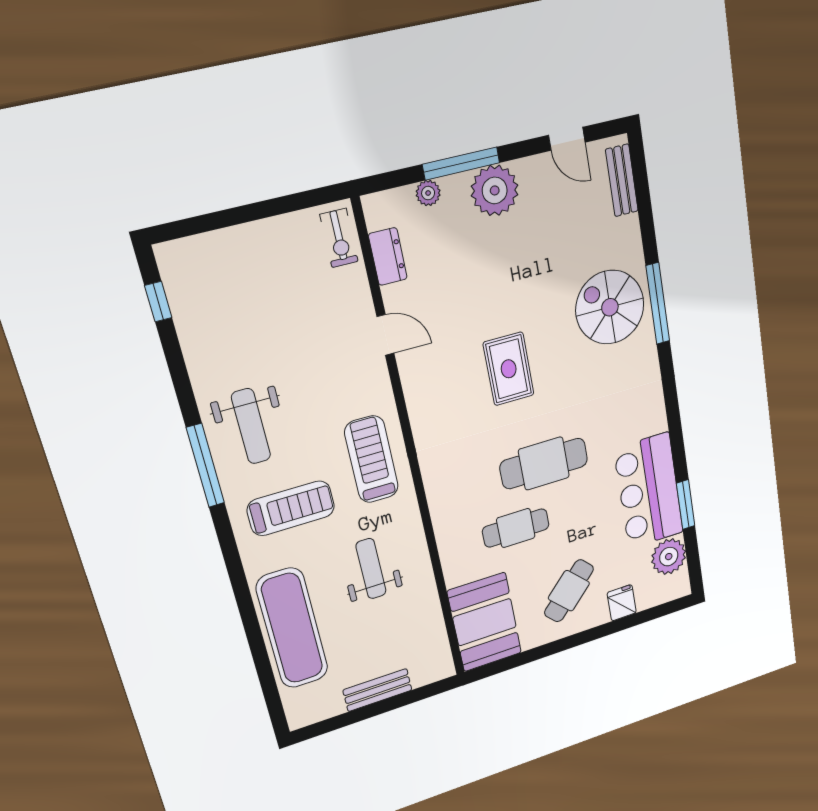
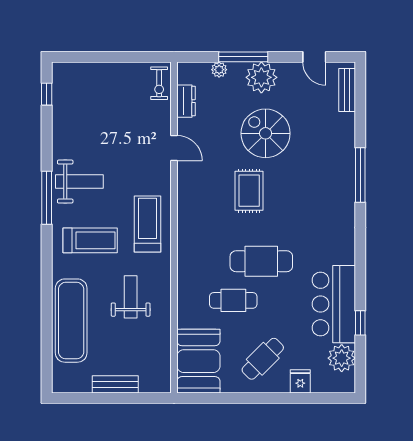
spiral stairs: (610, 307) -> (266, 133), moved
weight bench: (251, 426) -> (79, 182), turned -90
window: (686, 504) -> (360, 323), width x0.67

